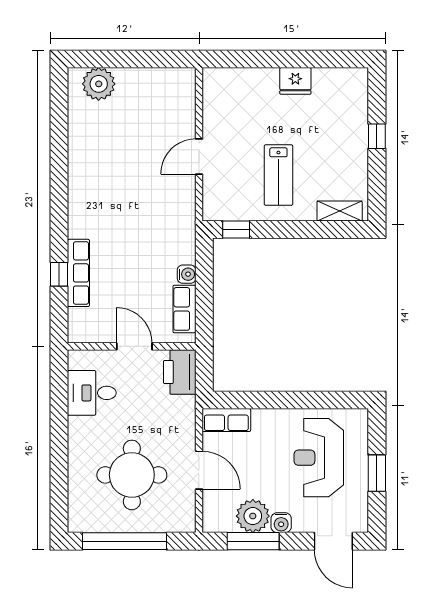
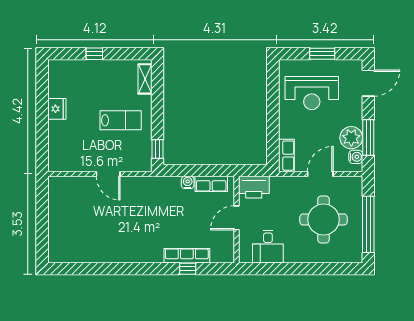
plant: (99, 84) -> (59, 242), removed
water cooler: (281, 523) -> (356, 157), moved

